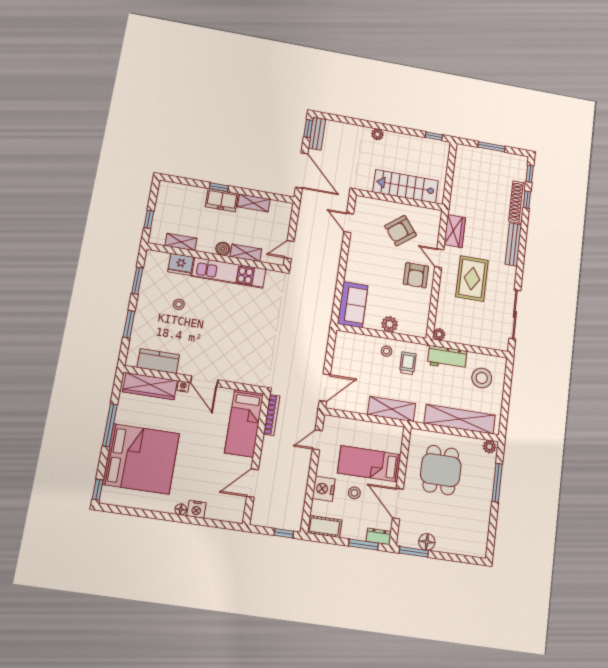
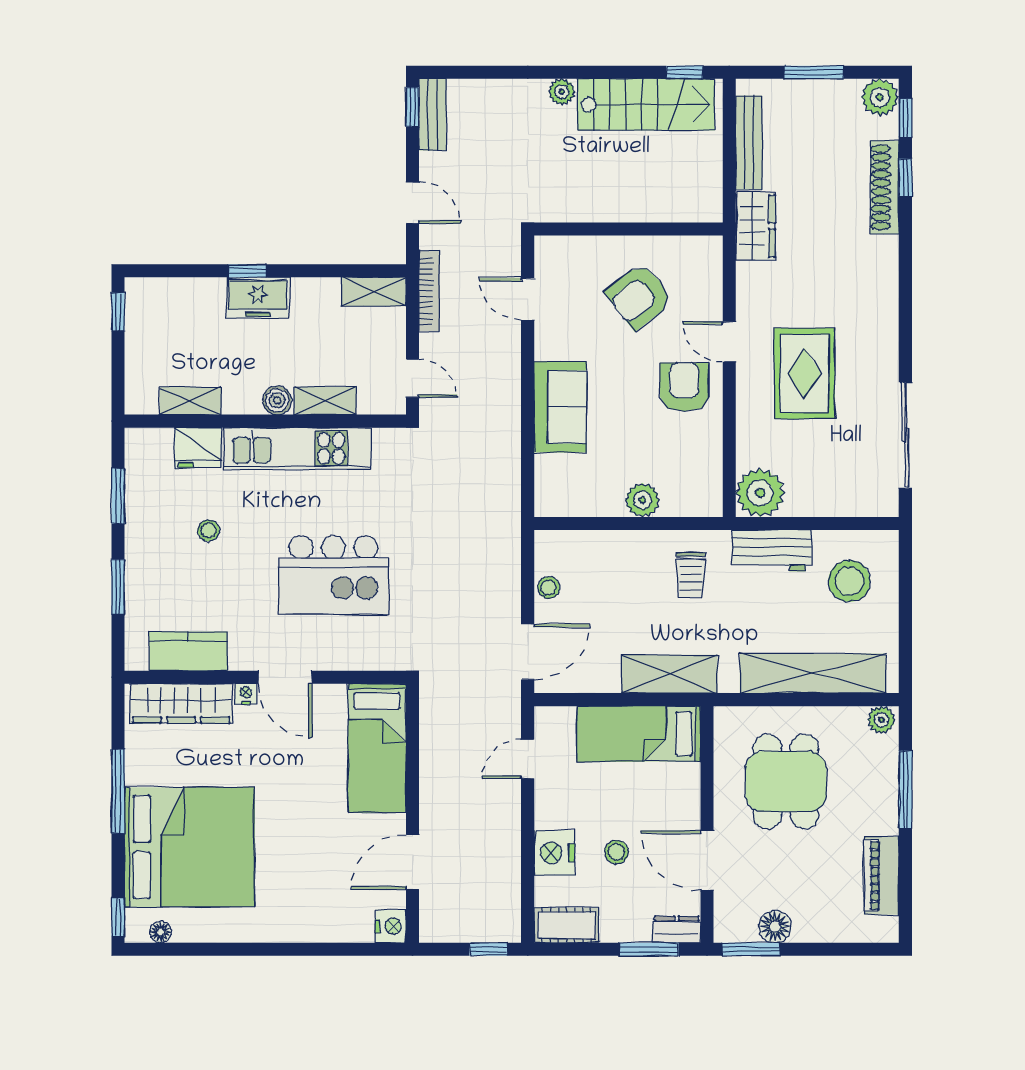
plant: (519, 163) -> (880, 97), added
door: (302, 170) -> (412, 203), width x0.53
stairs: (406, 186) -> (646, 105), moved, turned 180
shelving: (254, 203) -> (374, 292), moved
window: (149, 219) -> (118, 312), moved
wardrobe: (455, 231) -> (755, 226), moved
bench: (513, 244) -> (749, 143), moved
door: (289, 250) -> (412, 378), swing flipped
armchair: (416, 275) -> (684, 387), turned 180
sofa: (353, 305) -> (560, 407), moved
plant: (439, 334) -> (760, 493), width x1.88, depth x1.88
kitchen island: (236, 336) -> (334, 575), added
stool: (387, 351) -> (549, 588), moved
trolley: (408, 363) -> (691, 575), turned 180
bookcase: (272, 415) -> (429, 291), moved
bed: (369, 464) -> (639, 734), moved
floor lamp: (181, 509) -> (161, 932), moved
nightstand: (196, 509) -> (391, 926), moved, turned -90
piano: (481, 524) -> (881, 875), added

